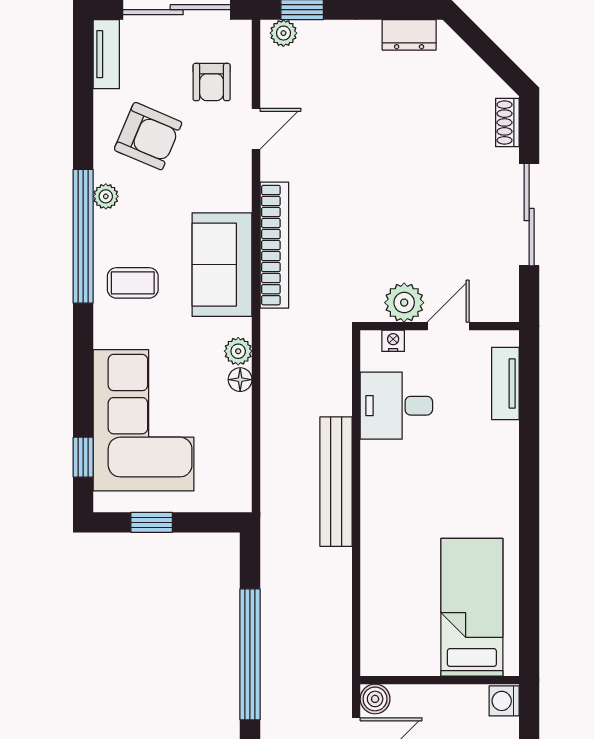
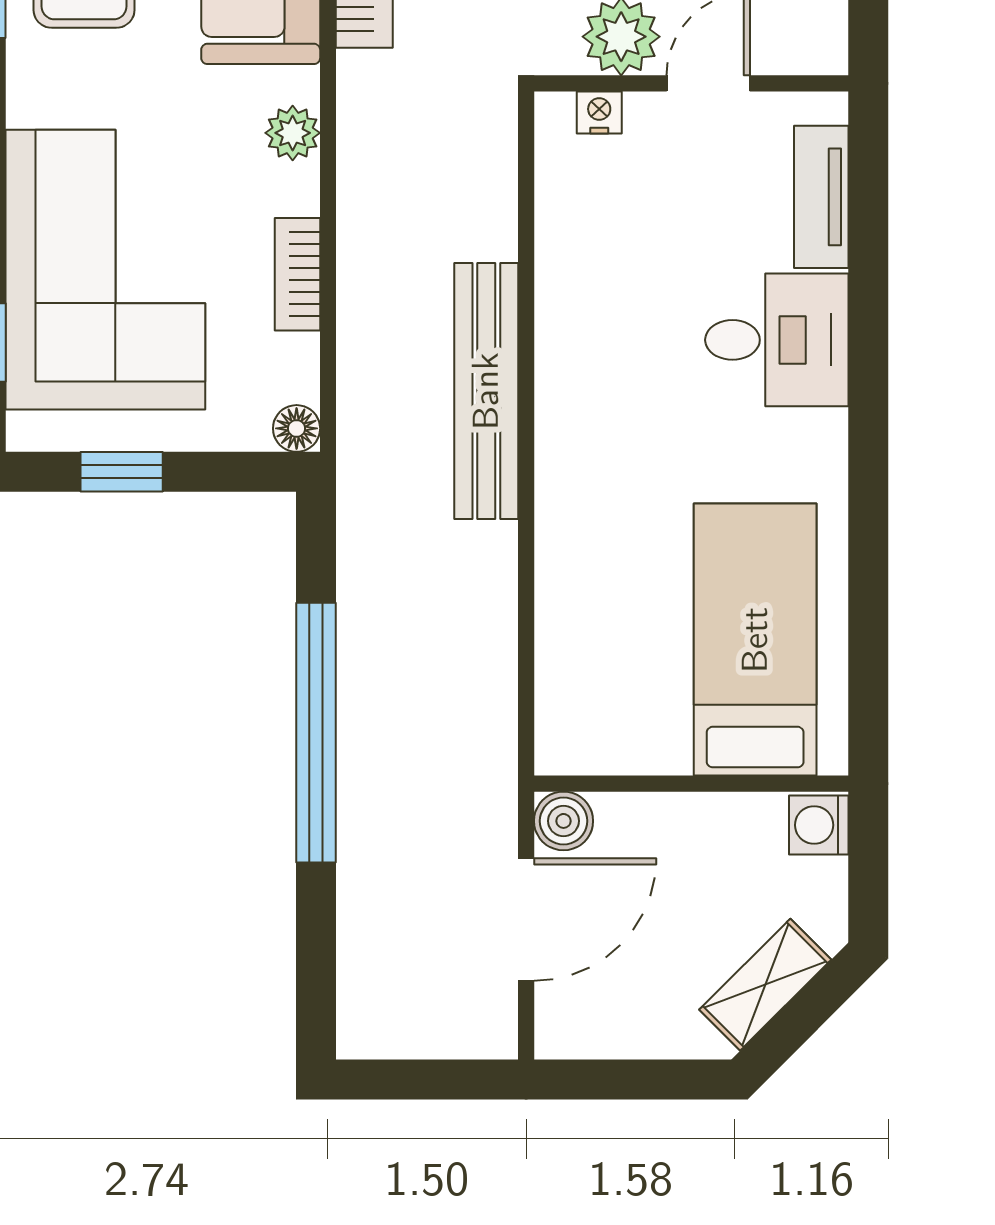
floor lamp: (240, 380) -> (297, 428), moved
desk: (396, 406) -> (777, 340), moved, turned 180
bookcase: (241, 423) -> (297, 274), added

